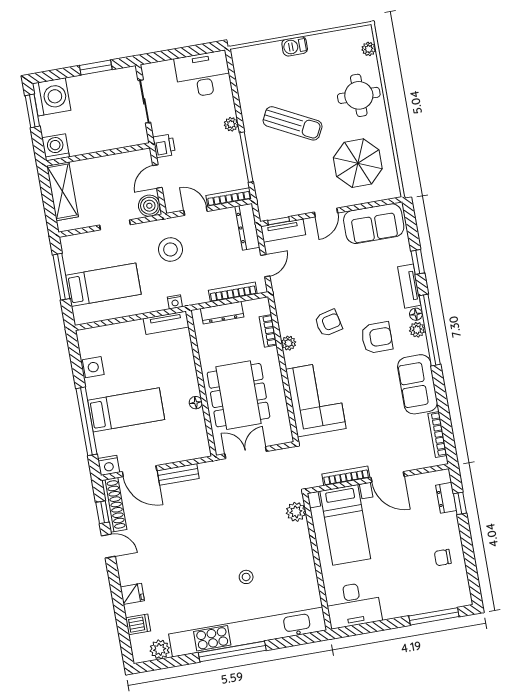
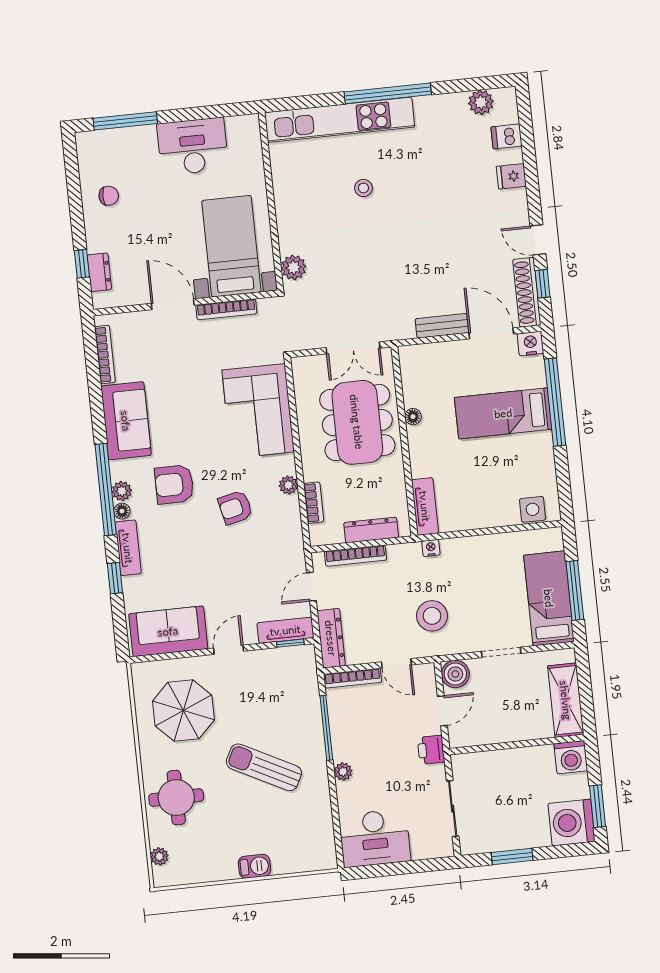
bed: (103, 285) -> (549, 598), moved, turned 90
tv unit: (166, 323) -> (425, 506), moved, turned 90
side table: (93, 367) -> (533, 509), moved
desk: (353, 605) -> (193, 146), moved
kitchen unit: (248, 632) -> (340, 120), width x0.73

